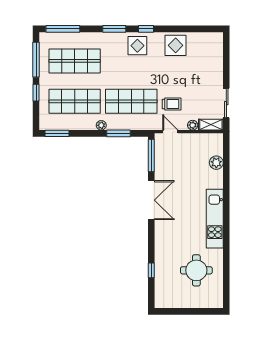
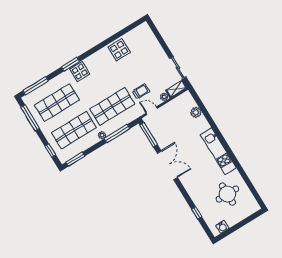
window: (146, 29) -> (92, 51), removed
display table: (137, 46) -> (80, 72), moved
window: (36, 93) -> (50, 150), moved
window: (118, 133) -> (117, 134), width x1.44
water cooler: (170, 302) -> (222, 227), added

